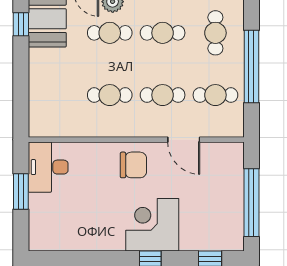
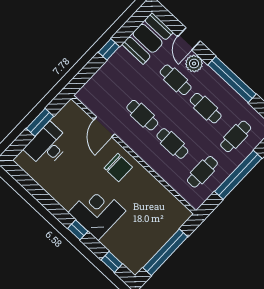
window: (21, 24) -> (109, 49), moved
cafe table: (215, 95) -> (202, 172), turned 90
door: (184, 140) -> (104, 127), moved
desk: (48, 167) -> (48, 146), moved

